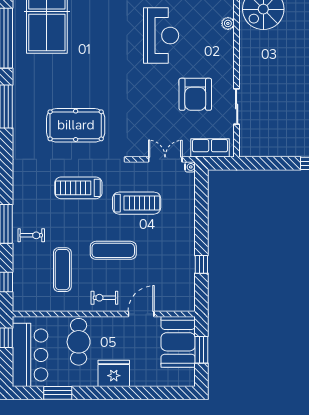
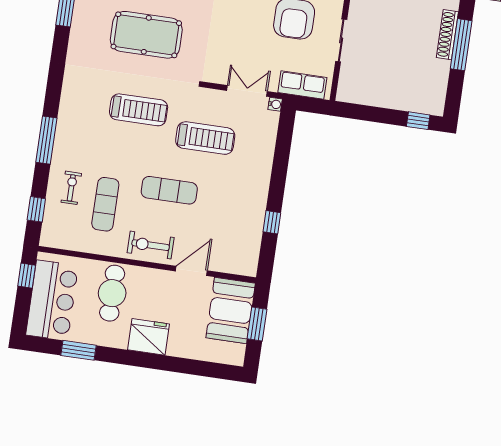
treadmill: (78, 188) -> (139, 110), turned 180
exercise bike: (31, 235) -> (71, 188), moved, turned -90
exercise bike: (104, 298) -> (151, 245), width x1.38, depth x1.39

